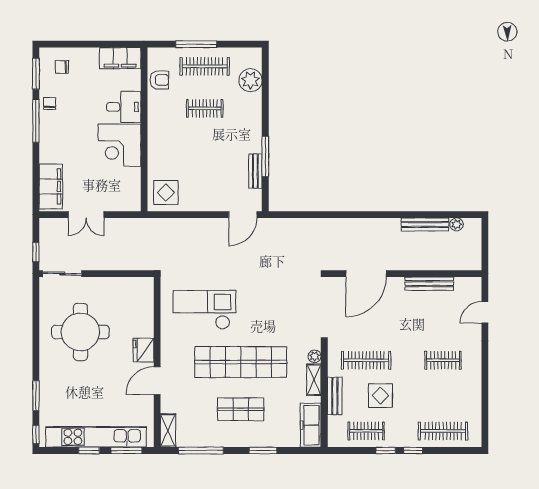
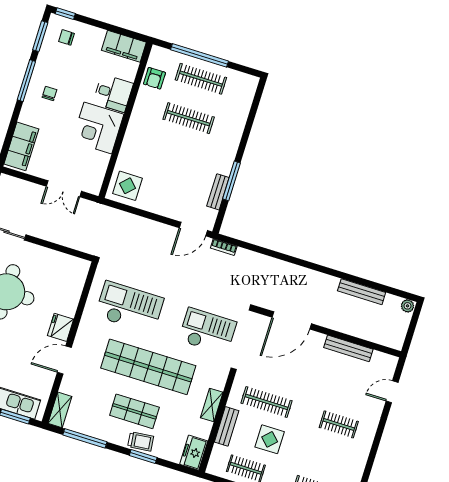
window: (53, 44) -> (65, 14), added
window: (196, 44) -> (200, 55), width x1.46
armchair: (159, 80) -> (154, 78), turned 90
plant: (250, 80) -> (240, 105), removed
chair: (50, 104) -> (49, 94), moved
clothes rail: (205, 108) -> (189, 118), width x1.36
double door: (86, 215) -> (64, 189), moved
bookcase: (278, 223) -> (224, 247), added
plant: (457, 224) -> (407, 306), moved
checkout: (287, 310) -> (208, 331), added
plant: (315, 356) -> (219, 383), removed
freezer: (311, 425) -> (194, 453), width x0.71
trolley: (256, 437) -> (141, 442), added

